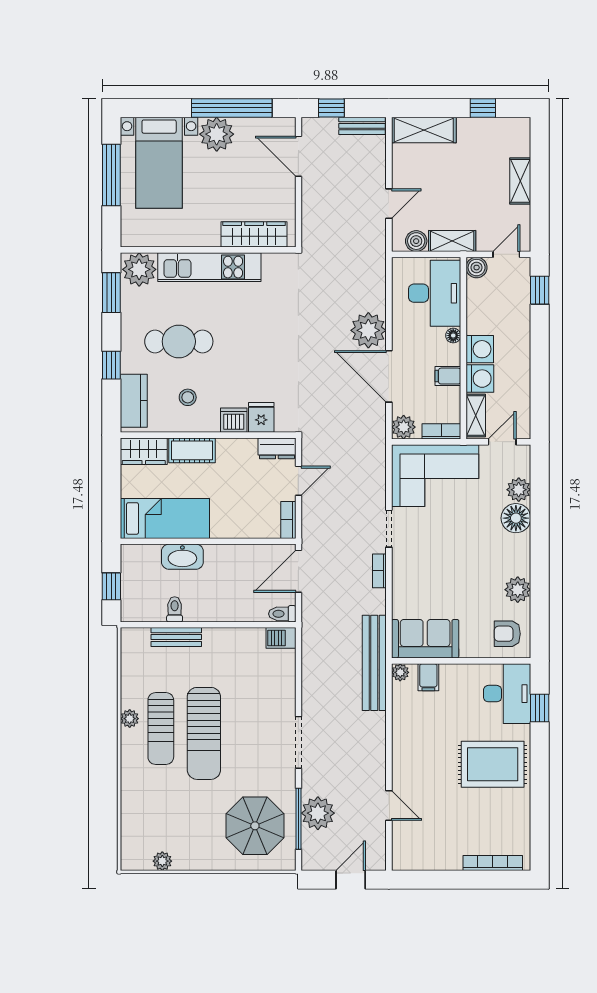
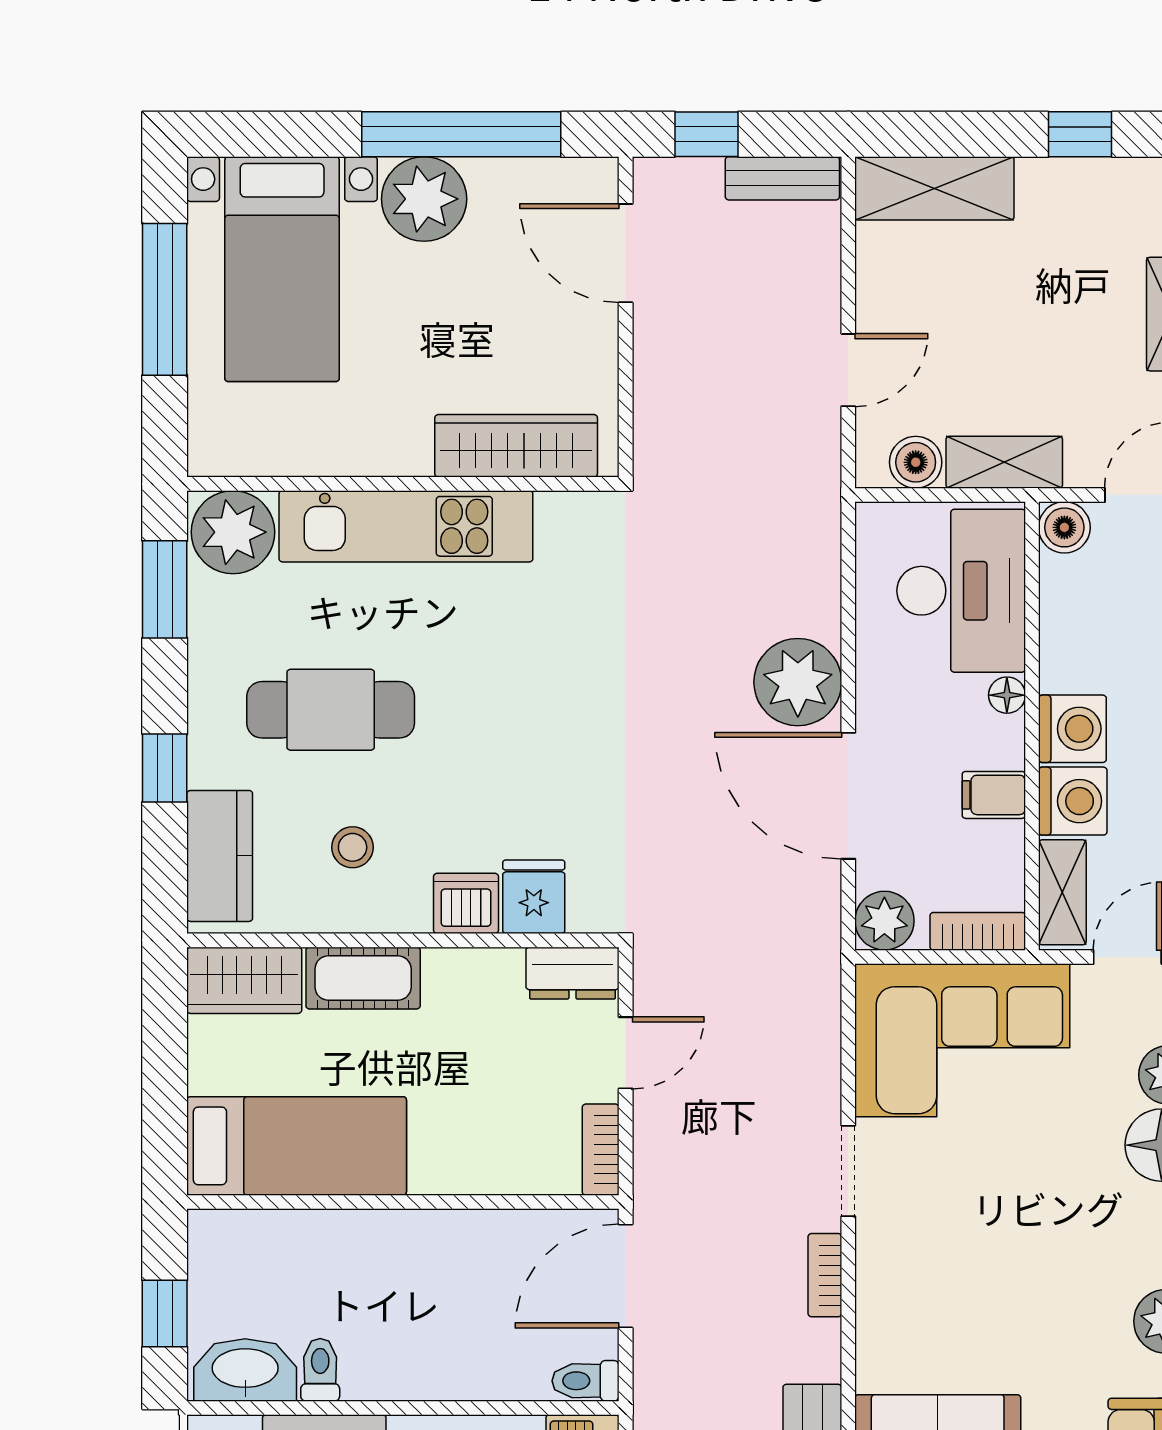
washbasin: (182, 557) -> (245, 1370), moved, turned 180

